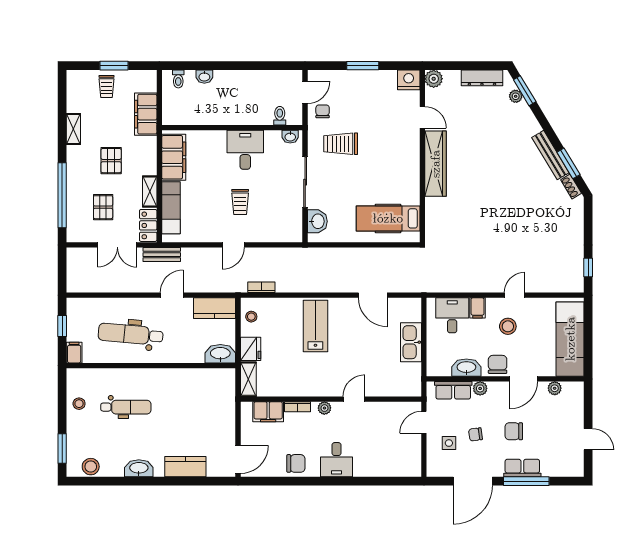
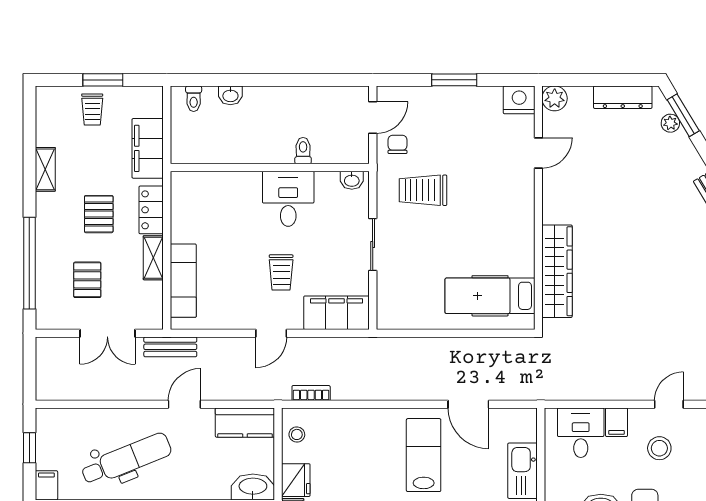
toilet: (280, 116) -> (303, 151), moved
door: (422, 117) -> (538, 153), hinge flipped
filing cabinet: (174, 157) -> (337, 313), moved, turned -90
wardrobe: (435, 164) -> (557, 271), moved
sliding door: (305, 182) -> (373, 244), width x0.73
washbasin: (317, 221) -> (390, 300), removed
locker: (148, 225) -> (151, 210), moved
lab bench: (315, 326) -> (424, 455), moved
dental chair: (131, 334) -> (126, 459), turned 153

